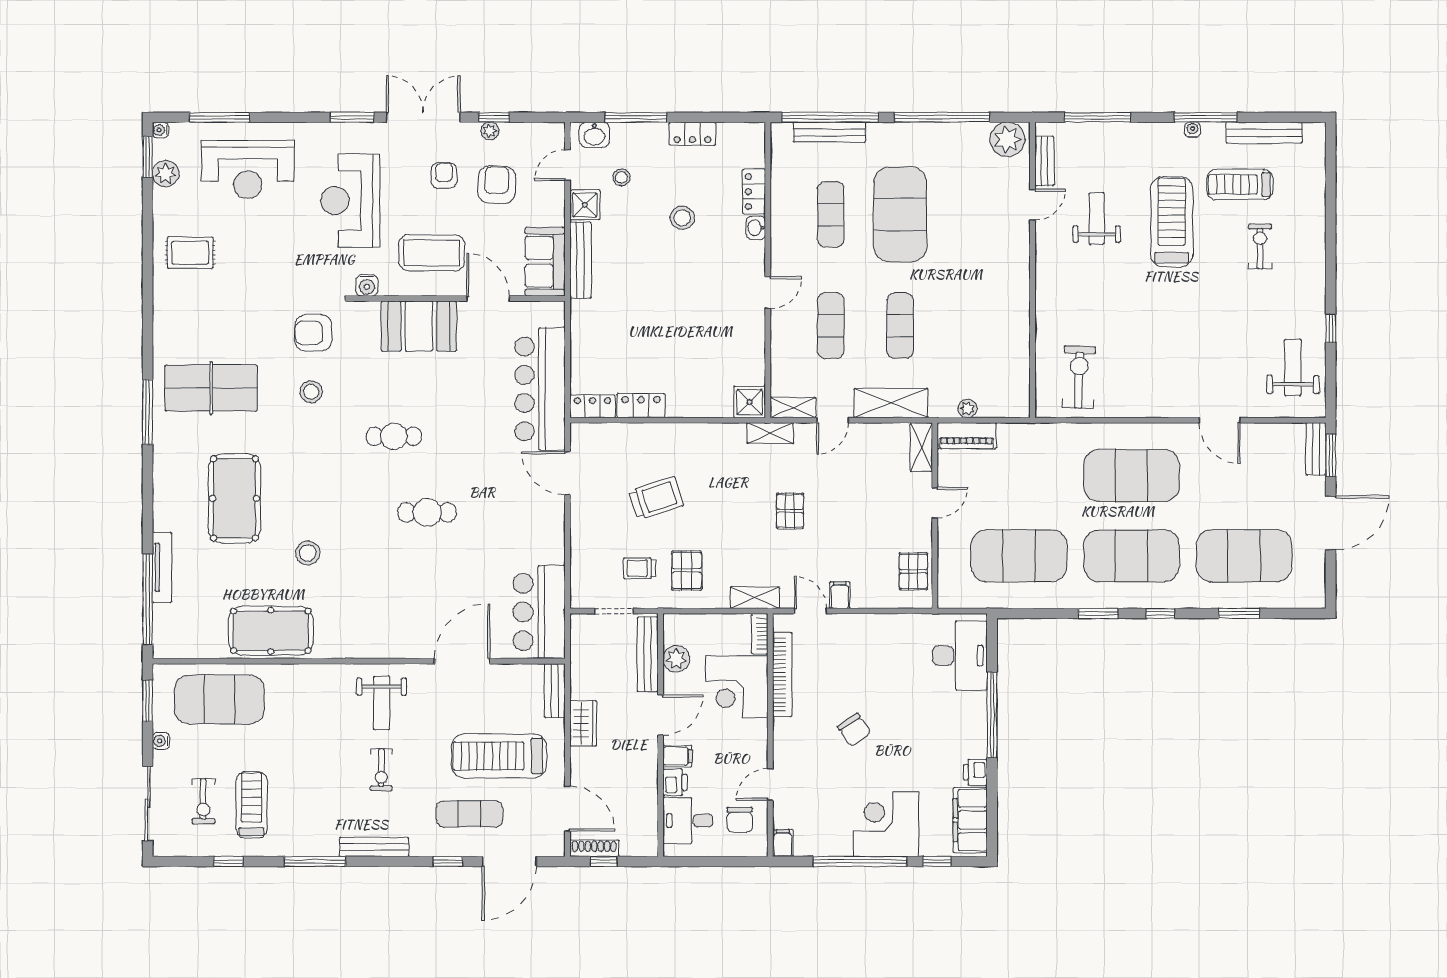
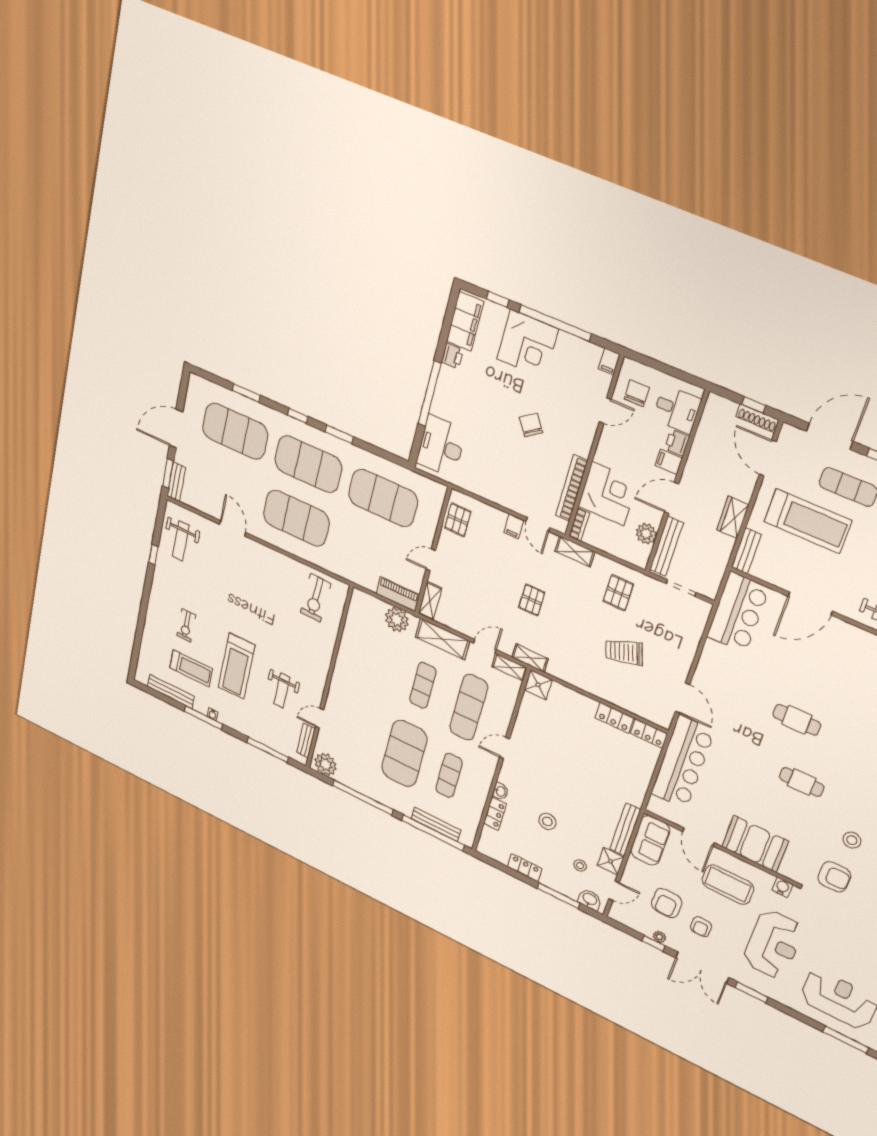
exercise mat: (831, 326) -> (469, 707), width x1.36, depth x1.45
plant: (967, 408) -> (397, 620), width x1.88, depth x1.88
trolley: (640, 568) -> (652, 610), removed

